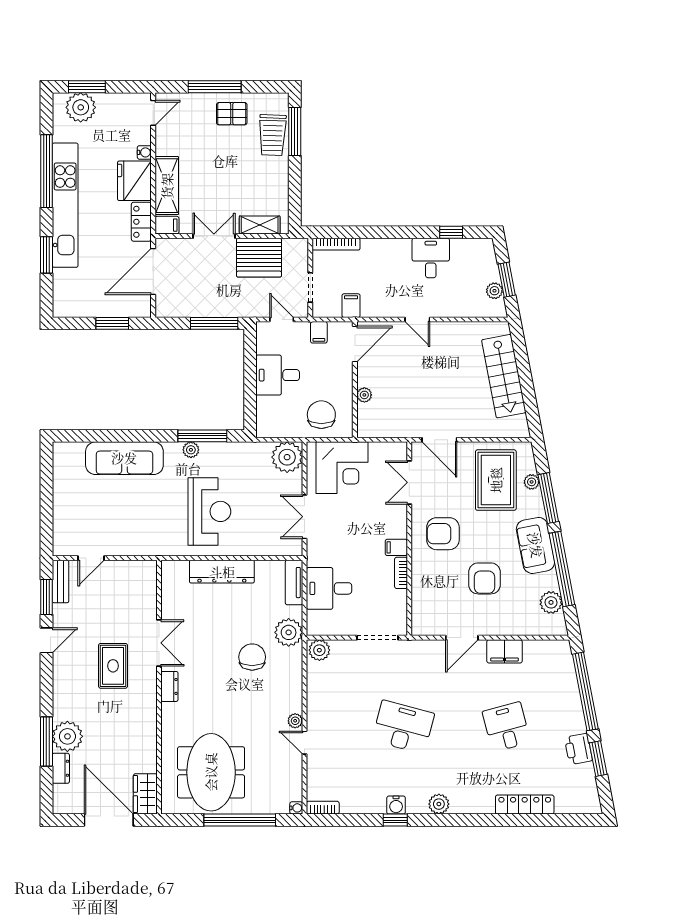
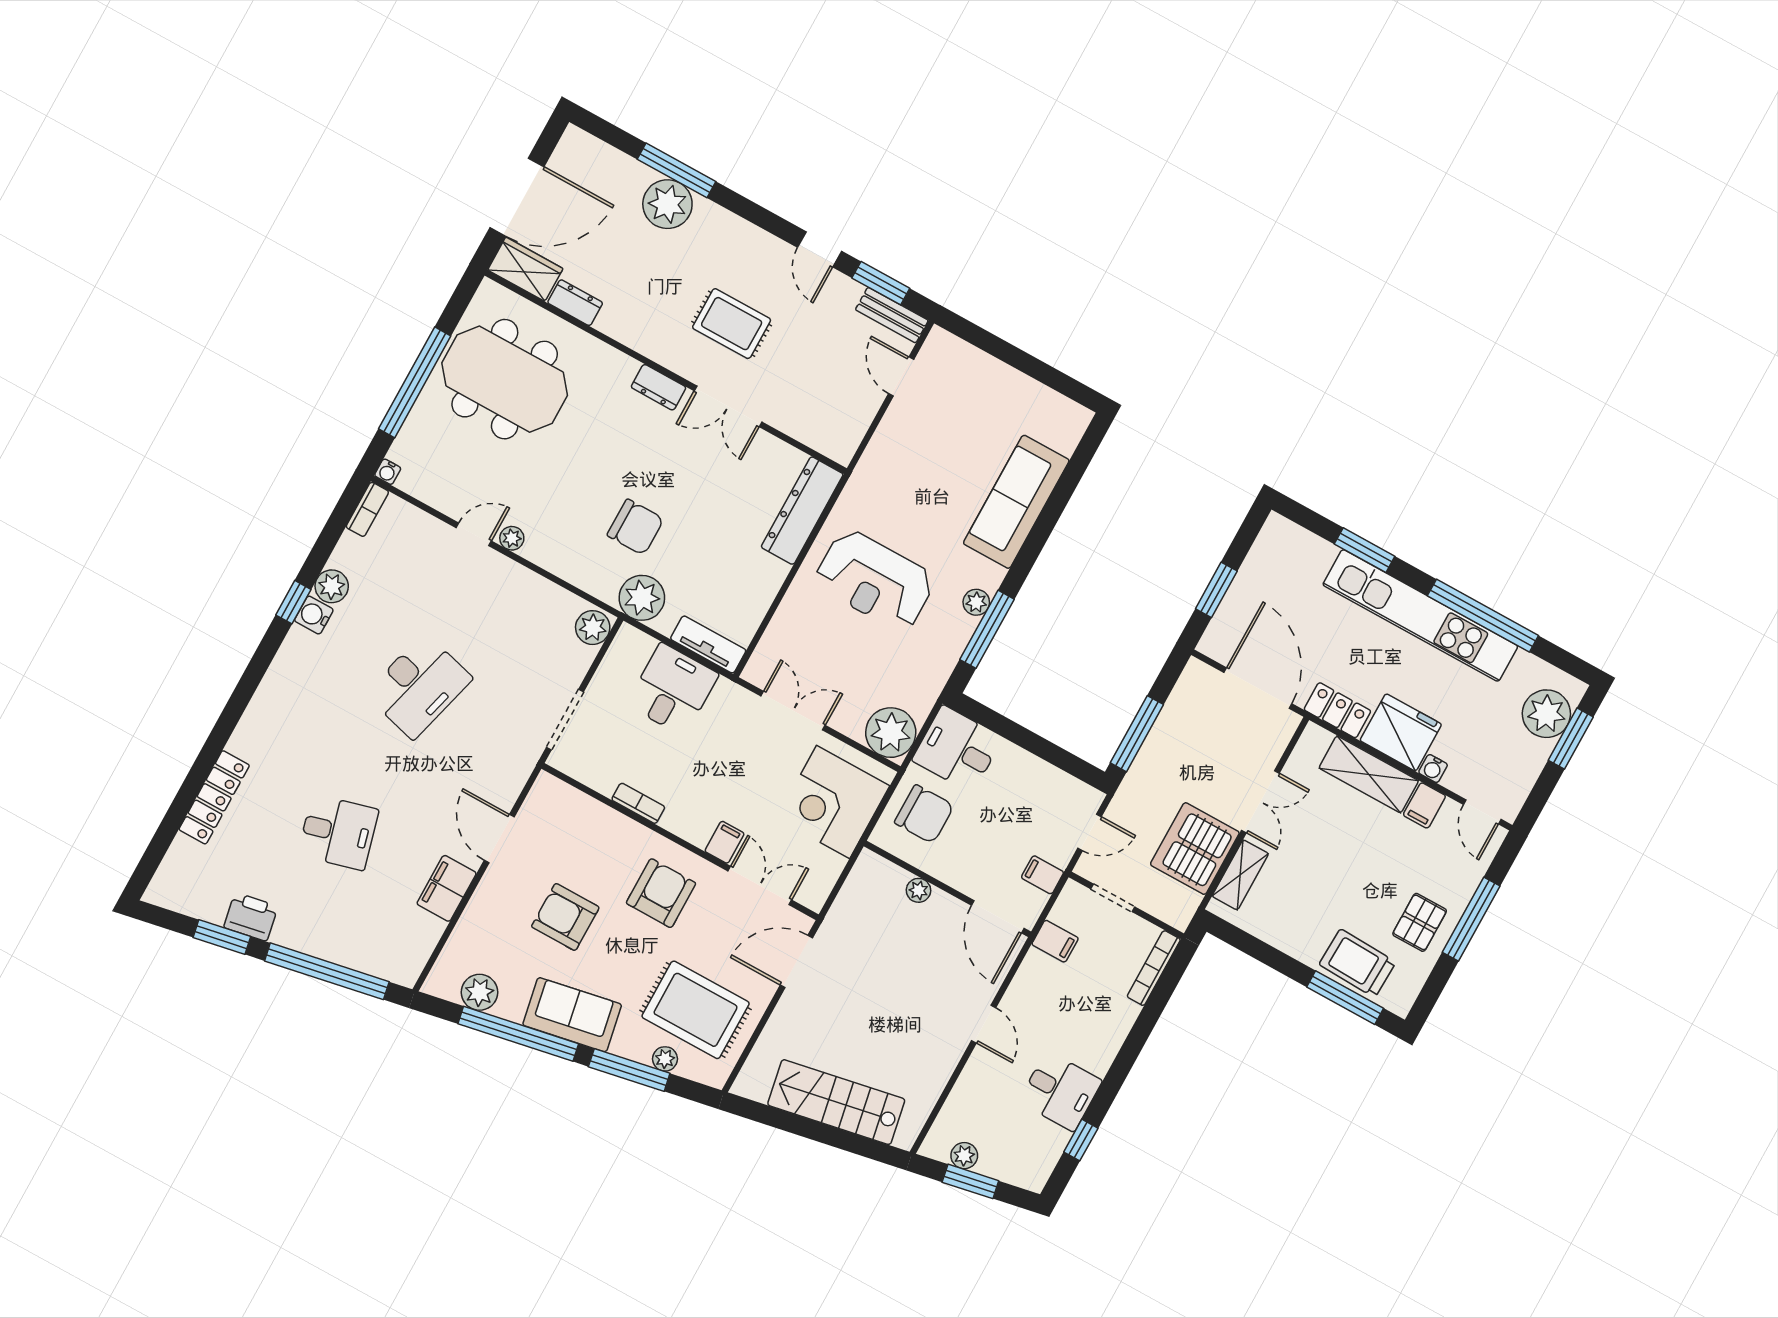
filing cabinet: (167, 225) -> (1424, 805), moved
door: (417, 320) -> (984, 1024), swing flipped
desk: (278, 375) -> (957, 749), moved, turned -90
filing cabinet: (396, 547) -> (725, 842), moved
dresser: (222, 572) -> (802, 511), moved
dresser: (61, 768) -> (575, 303), moved, turned 180
plant: (439, 804) -> (332, 586), moved

